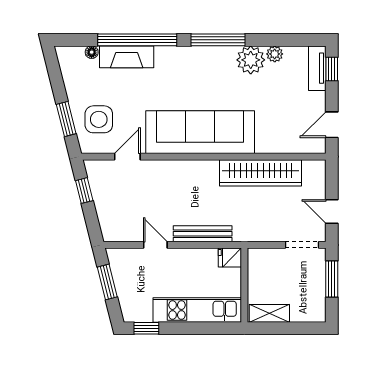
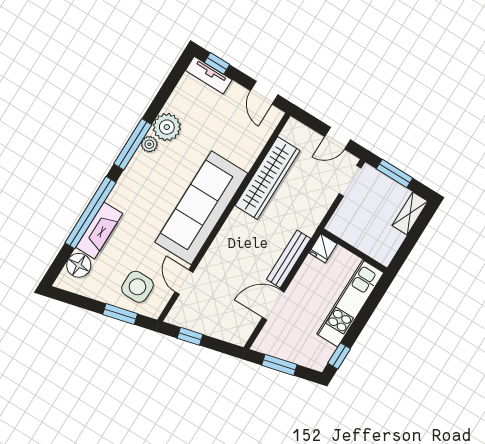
floor lamp: (92, 52) -> (79, 265), width x1.89, depth x1.89
plant: (275, 54) -> (149, 144), moved
door: (155, 245) -> (273, 305), width x1.38
shelving: (269, 313) -> (410, 213), moved

